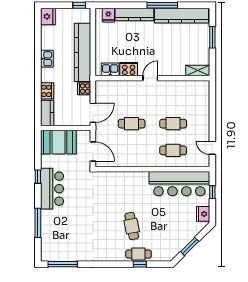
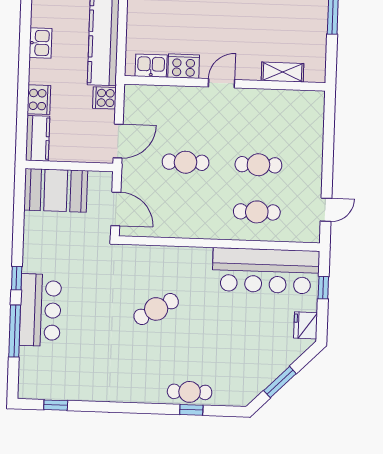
shelving: (198, 70) -> (282, 72), moved
door: (212, 148) -> (326, 210), swing flipped
window: (38, 177) -> (17, 278), moved
bar counter: (52, 189) -> (40, 310), moved
cafe table: (132, 226) -> (156, 309), moved, turned 71
window: (63, 264) -> (56, 405), width x0.46

